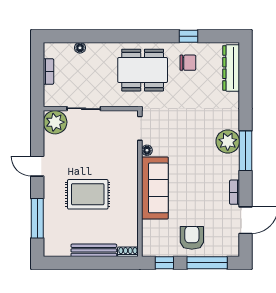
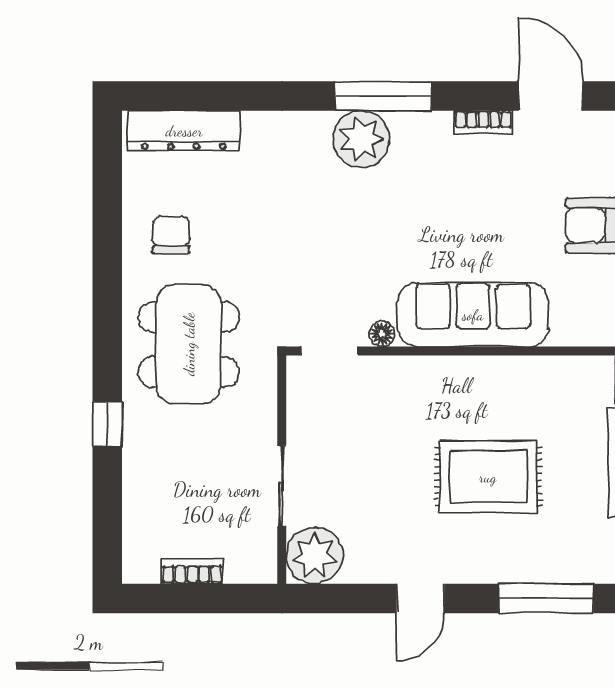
window: (189, 36) -> (107, 424), moved
floor lamp: (80, 48) -> (135, 495), removed
rug: (88, 194) -> (488, 477), turned 90

